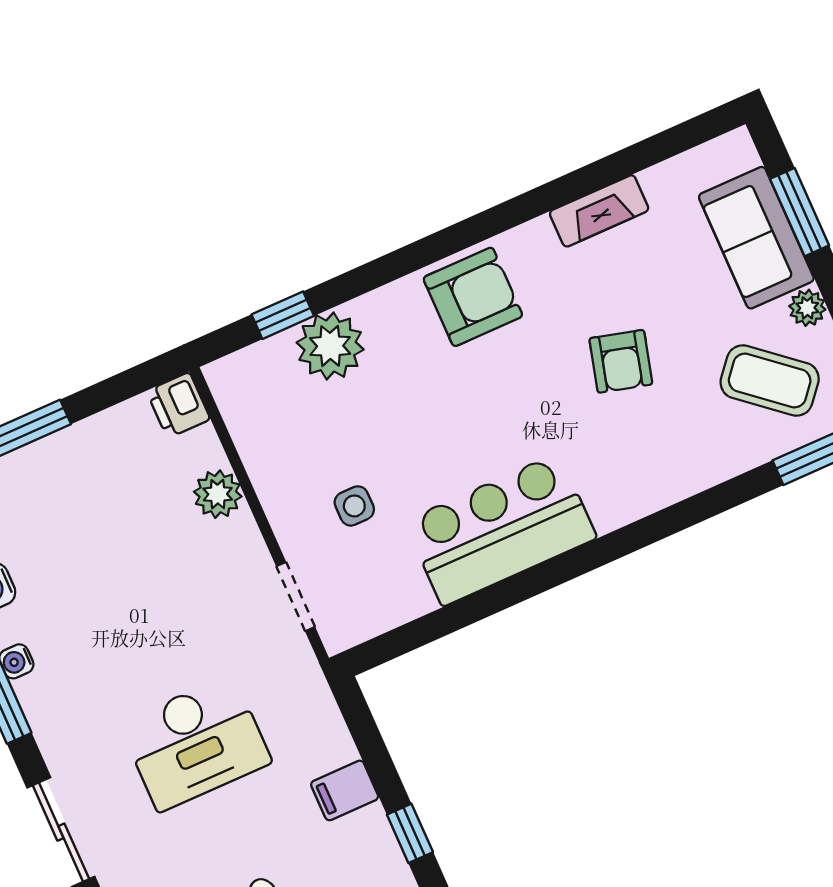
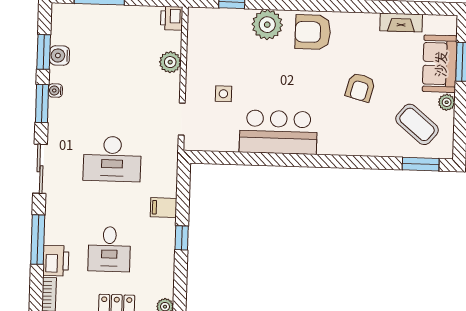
fireplace: (599, 211) -> (401, 23), moved
armchair: (473, 297) -> (313, 32), turned 180
plant: (330, 346) -> (267, 25), moved

